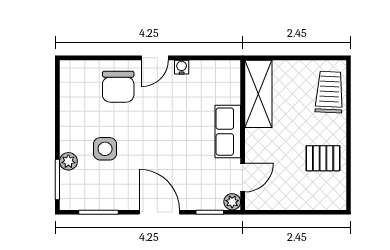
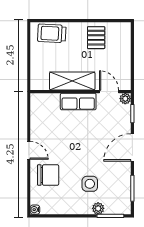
water cooler: (182, 67) -> (35, 210), moved
shelving: (258, 94) -> (72, 81), moved

